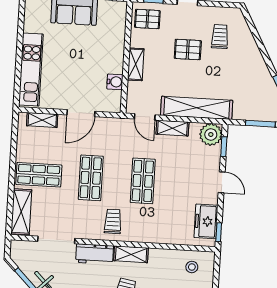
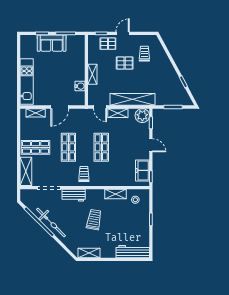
pallet: (147, 19) -> (108, 44), moved
shelving: (131, 254) -> (116, 194), moved

